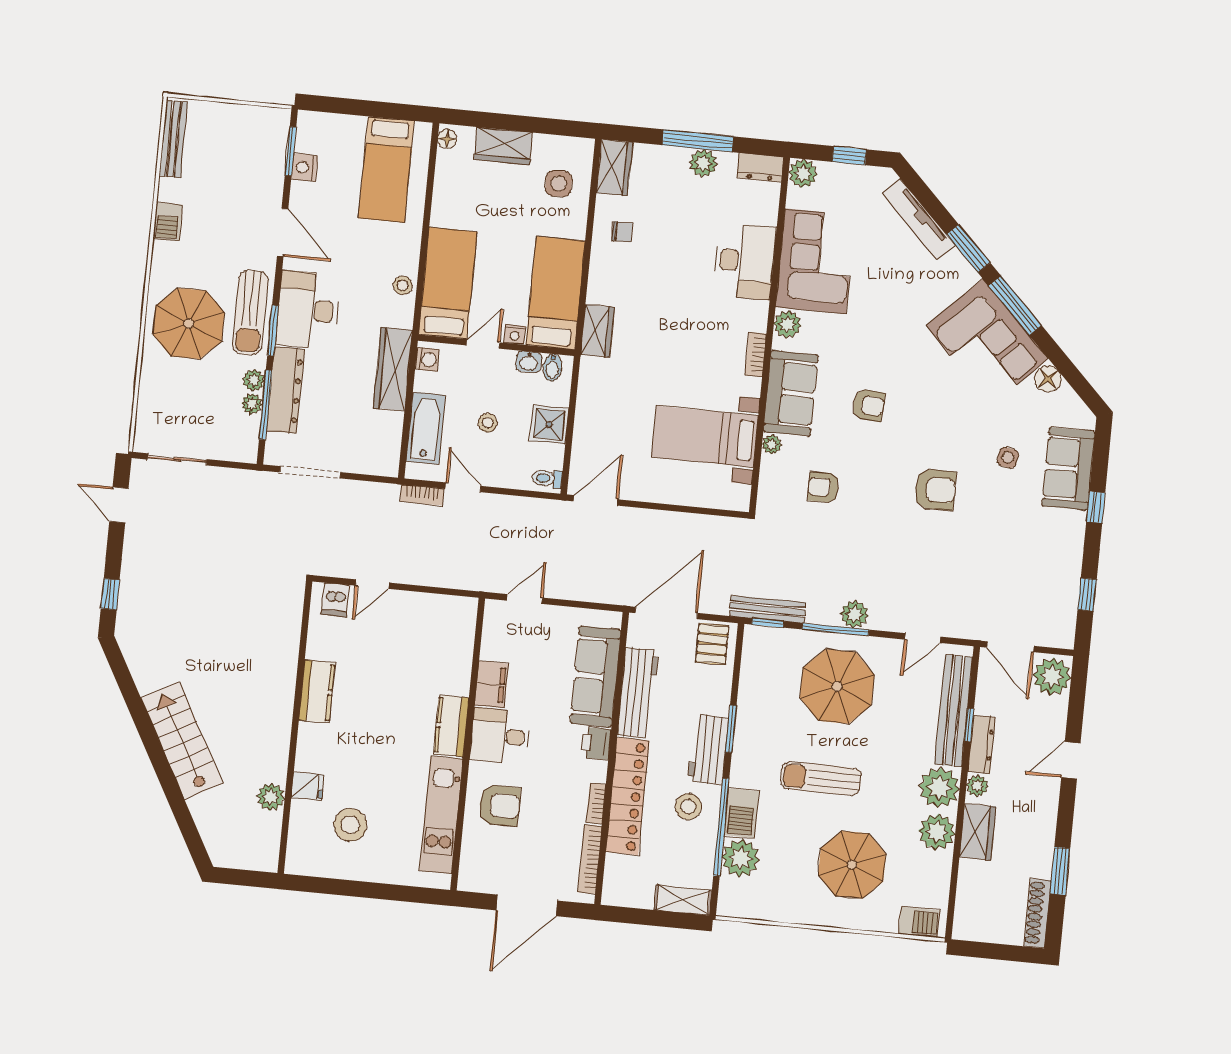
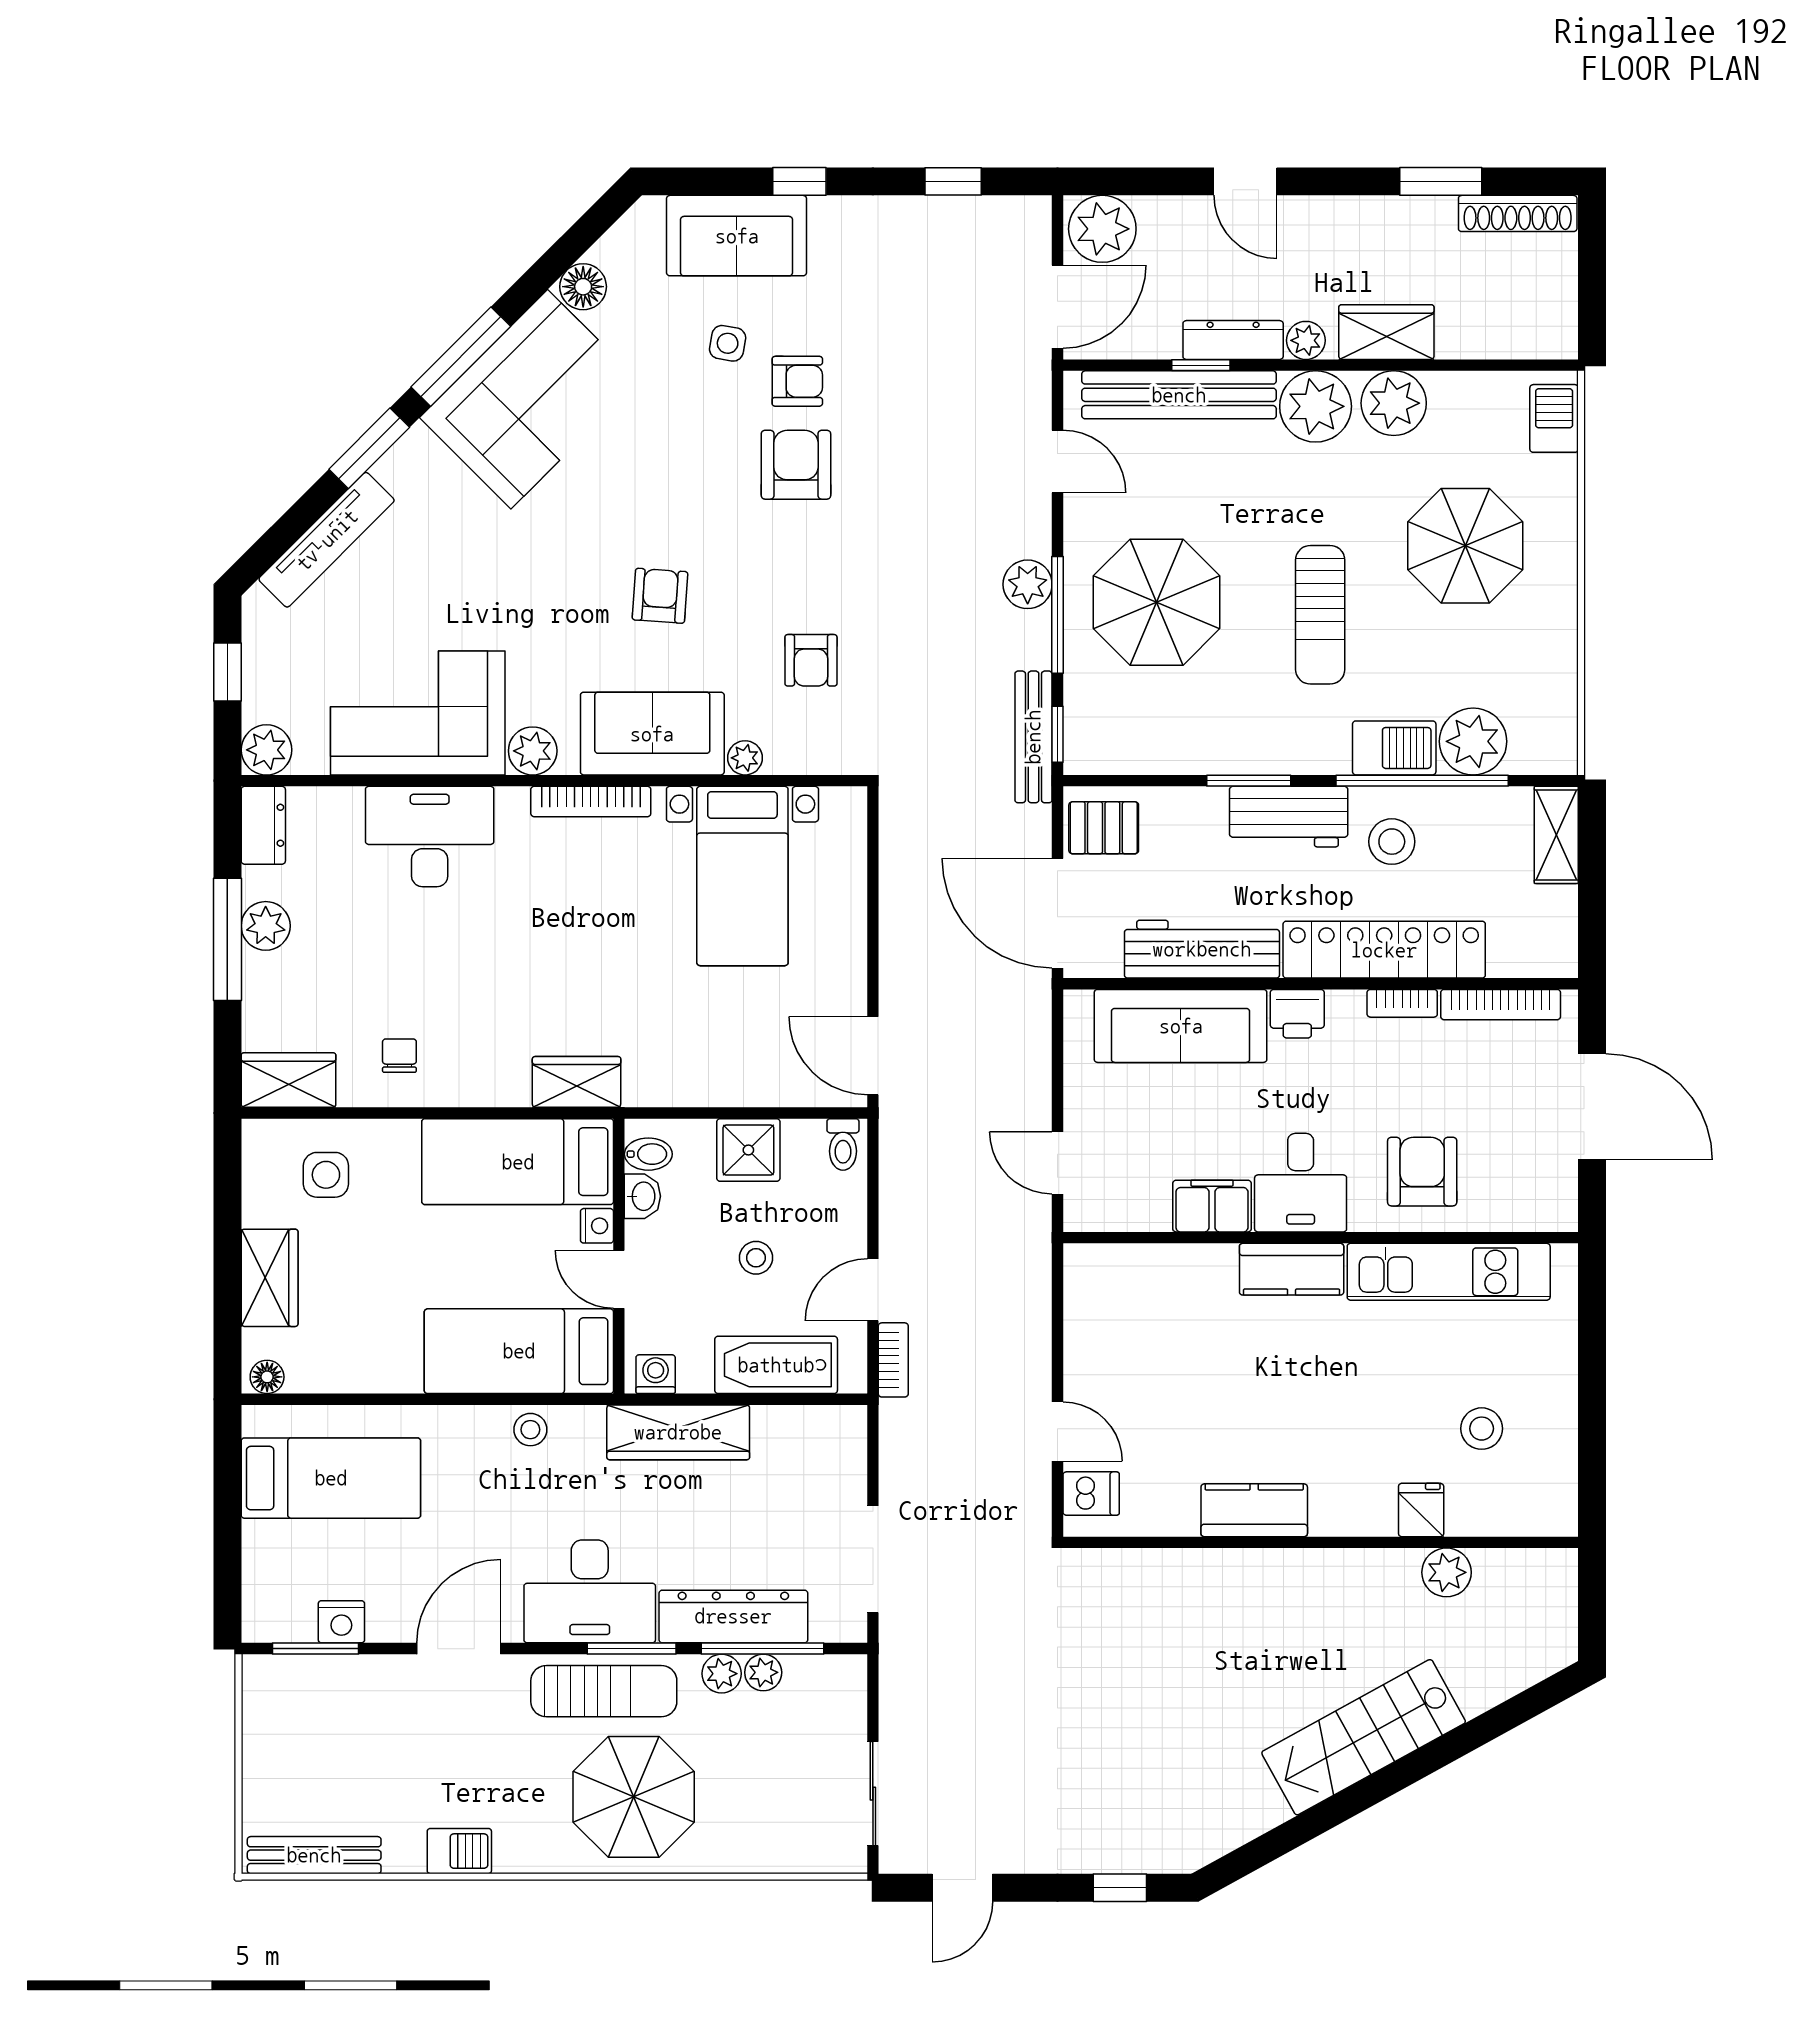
bookcase: (756, 355) -> (591, 801), width x1.56
armchair: (982, 495) -> (797, 381), added
stool: (350, 825) -> (1482, 1429), width x0.73, depth x0.73

